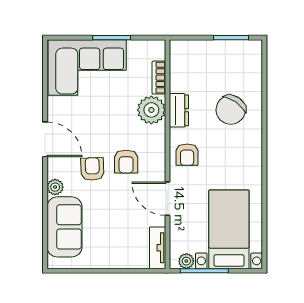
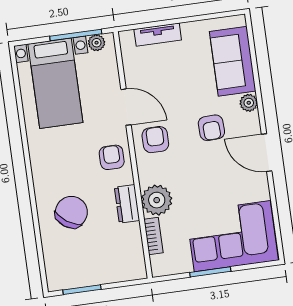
armchair: (126, 162) -> (155, 140), moved
tv unit: (158, 248) -> (158, 35), moved, turned 90

